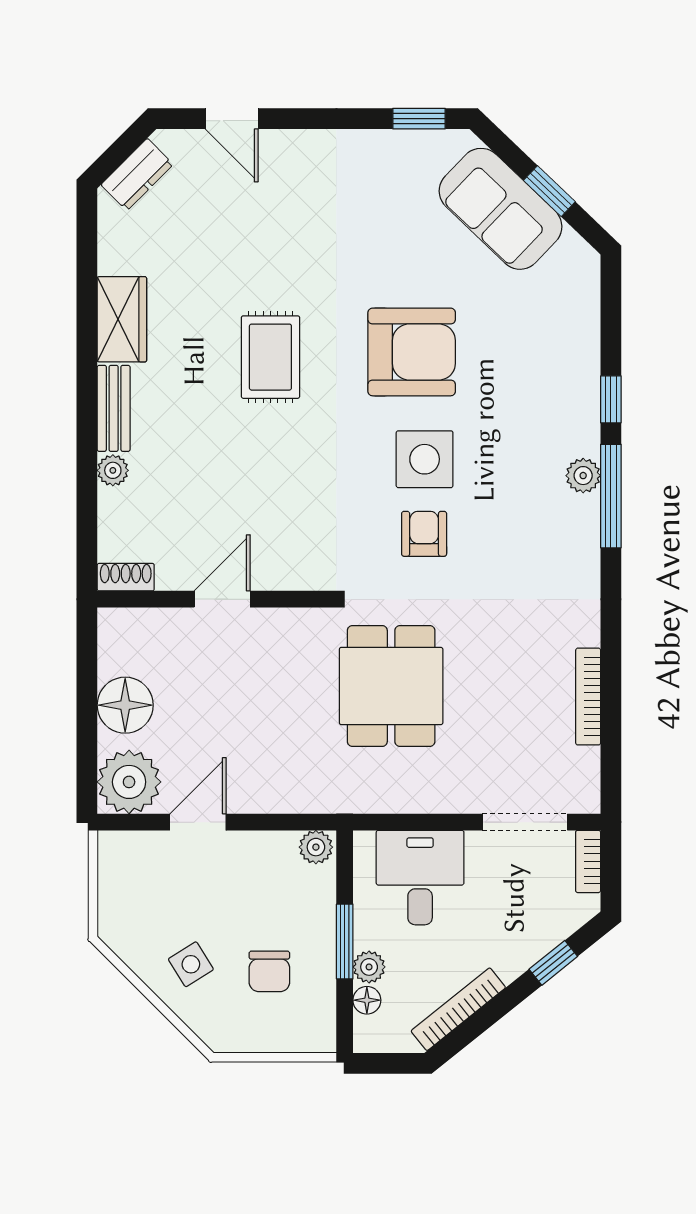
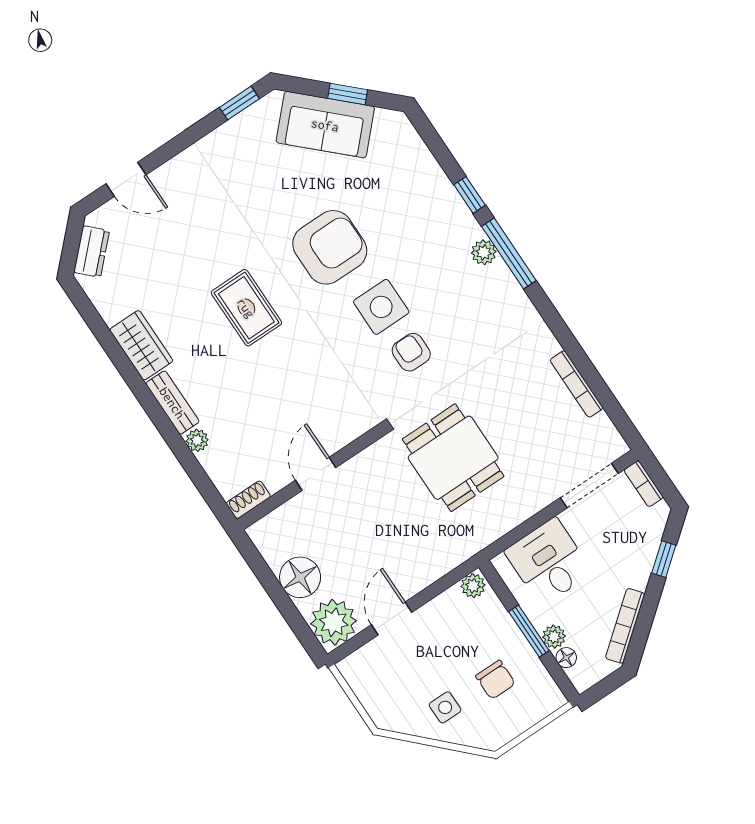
side table: (191, 964) -> (445, 707), turned 32

